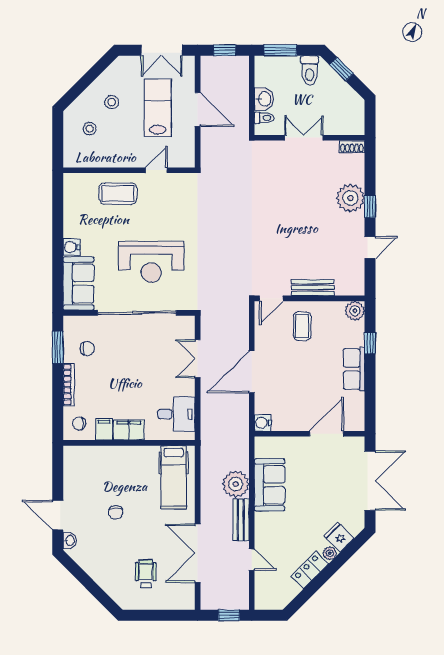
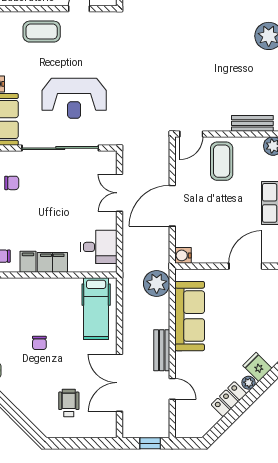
bench: (313, 288) -> (252, 123), moved
coffee table: (302, 326) -> (222, 161), width x1.36, depth x1.30
plant: (236, 484) -> (157, 283), moved
sofa: (270, 485) -> (190, 316), width x1.36

